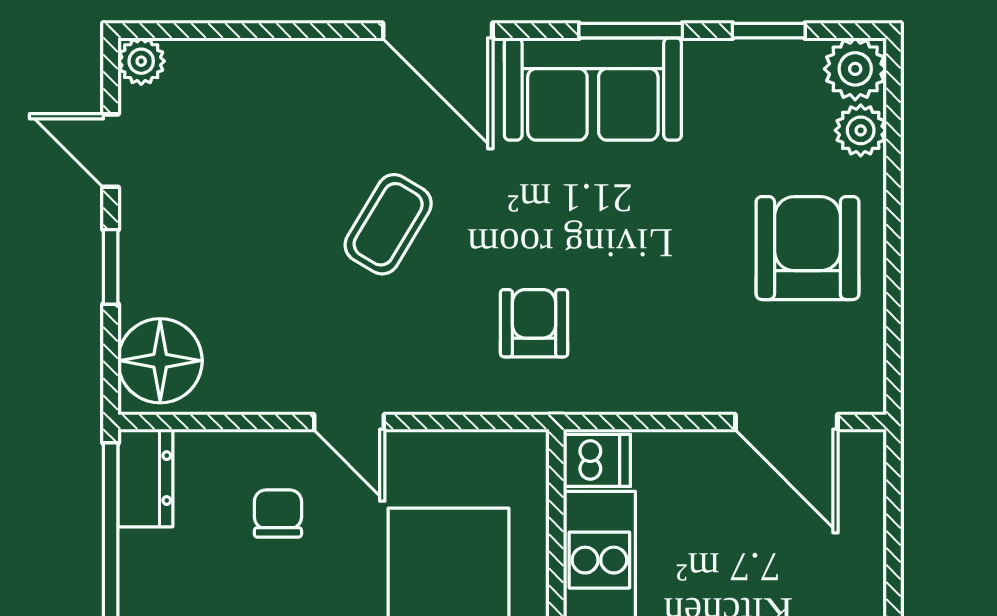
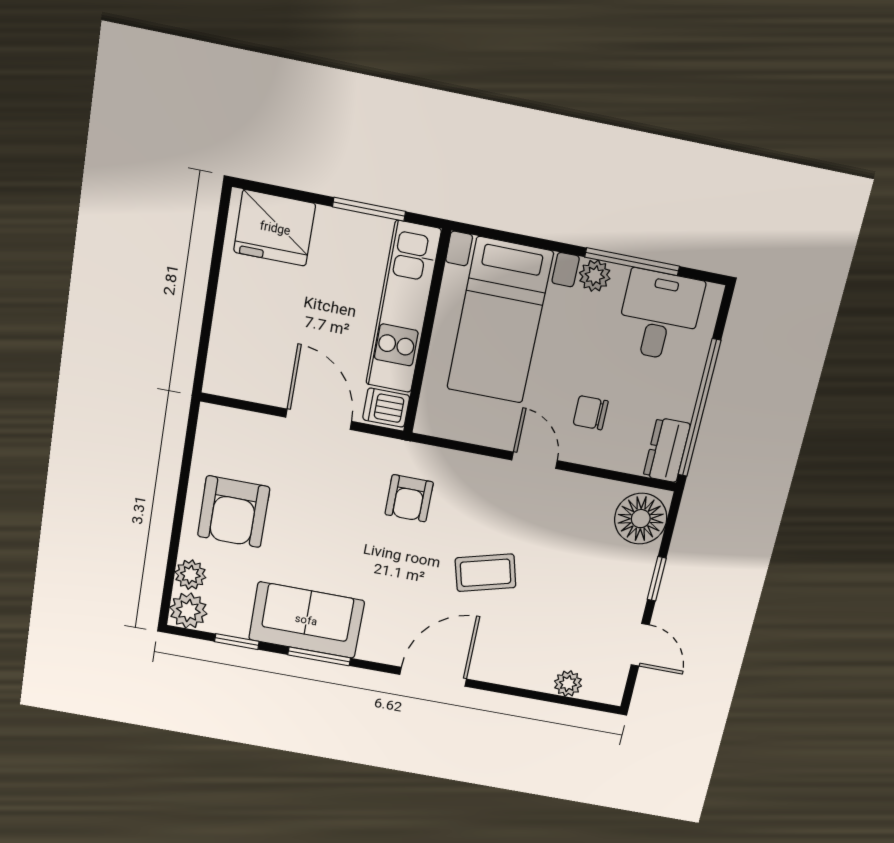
door: (438, 31) -> (433, 677), hinge flipped
plant: (141, 61) -> (568, 684), moved
sofa: (593, 89) -> (306, 620), moved
coffee table: (388, 224) -> (486, 573), turned 44
door: (786, 422) -> (319, 419), moved
chair: (278, 513) -> (591, 413), turned 90

